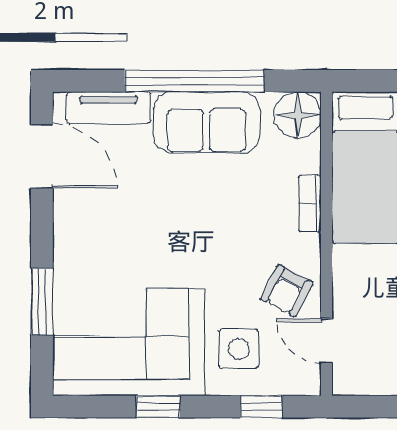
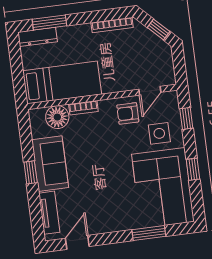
window: (194, 81) -> (31, 172), width x0.32
floor lamp: (298, 115) -> (57, 117), moved
door: (42, 156) -> (77, 242), width x0.73
armchair: (287, 291) -> (128, 113), turned 152

